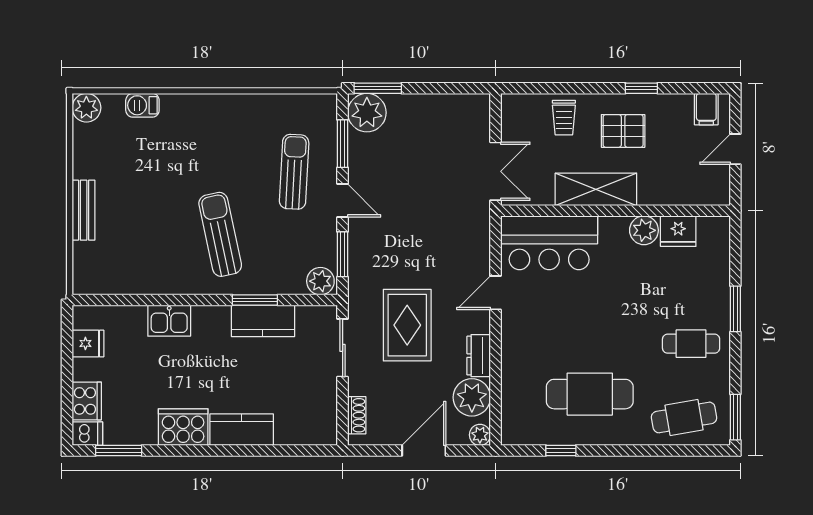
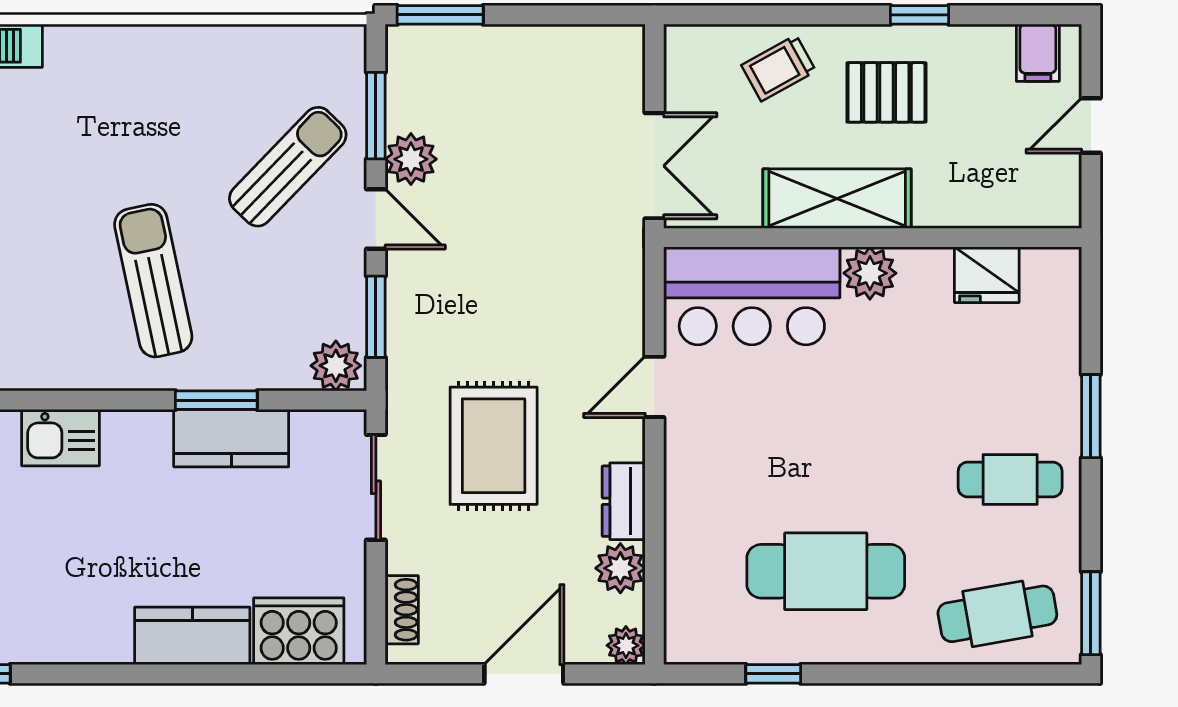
plant: (367, 113) -> (411, 159), moved, width x0.73, depth x0.73
trolley: (564, 118) -> (779, 68), turned 61
sun lounger: (294, 172) -> (288, 167), turned 41
plant: (644, 230) -> (870, 273), moved
plant: (472, 397) -> (620, 568), width x0.73, depth x0.73
cooker: (183, 427) -> (299, 631), moved

